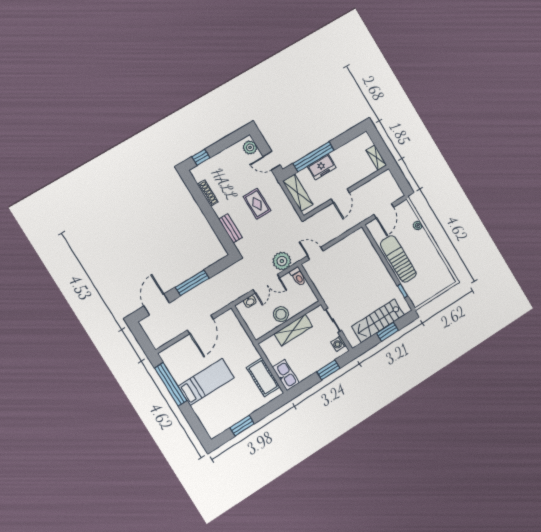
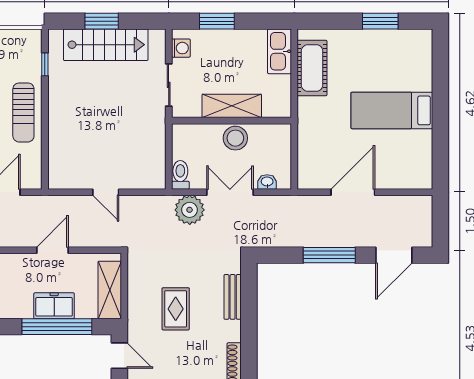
door: (315, 253) -> (106, 192), moved
sun lounger: (398, 259) -> (23, 112), width x0.73, depth x0.75
window: (171, 384) -> (440, 137), removed

